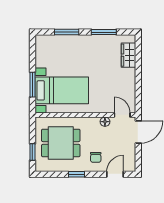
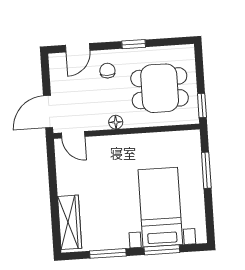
wardrobe: (128, 55) -> (70, 222), width x1.50
bed with nightstands: (62, 90) -> (160, 207), moved, turned 90
floor lamp: (105, 122) -> (116, 122), moved
window: (32, 152) -> (202, 106), moved

